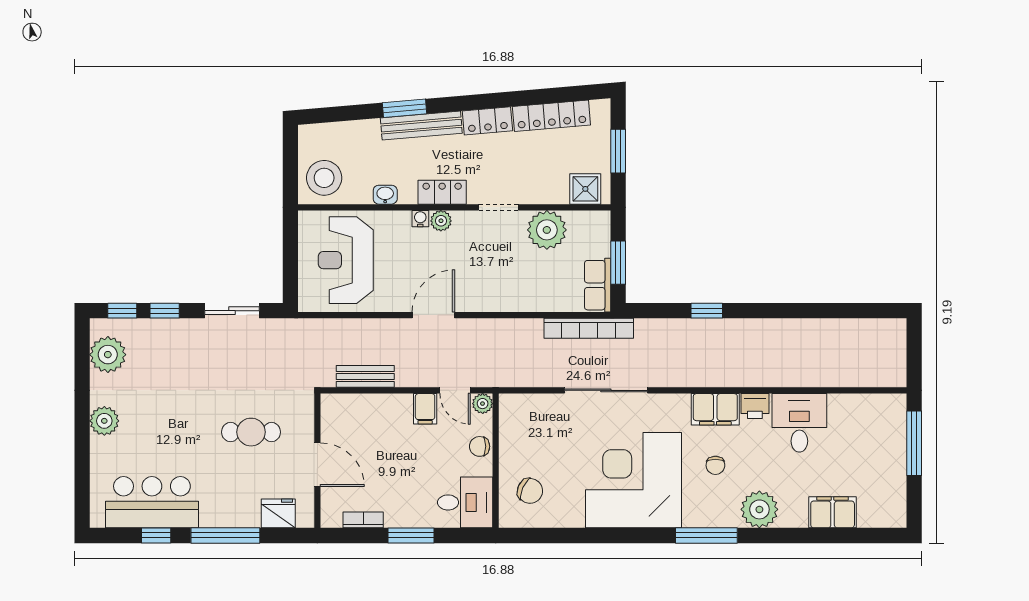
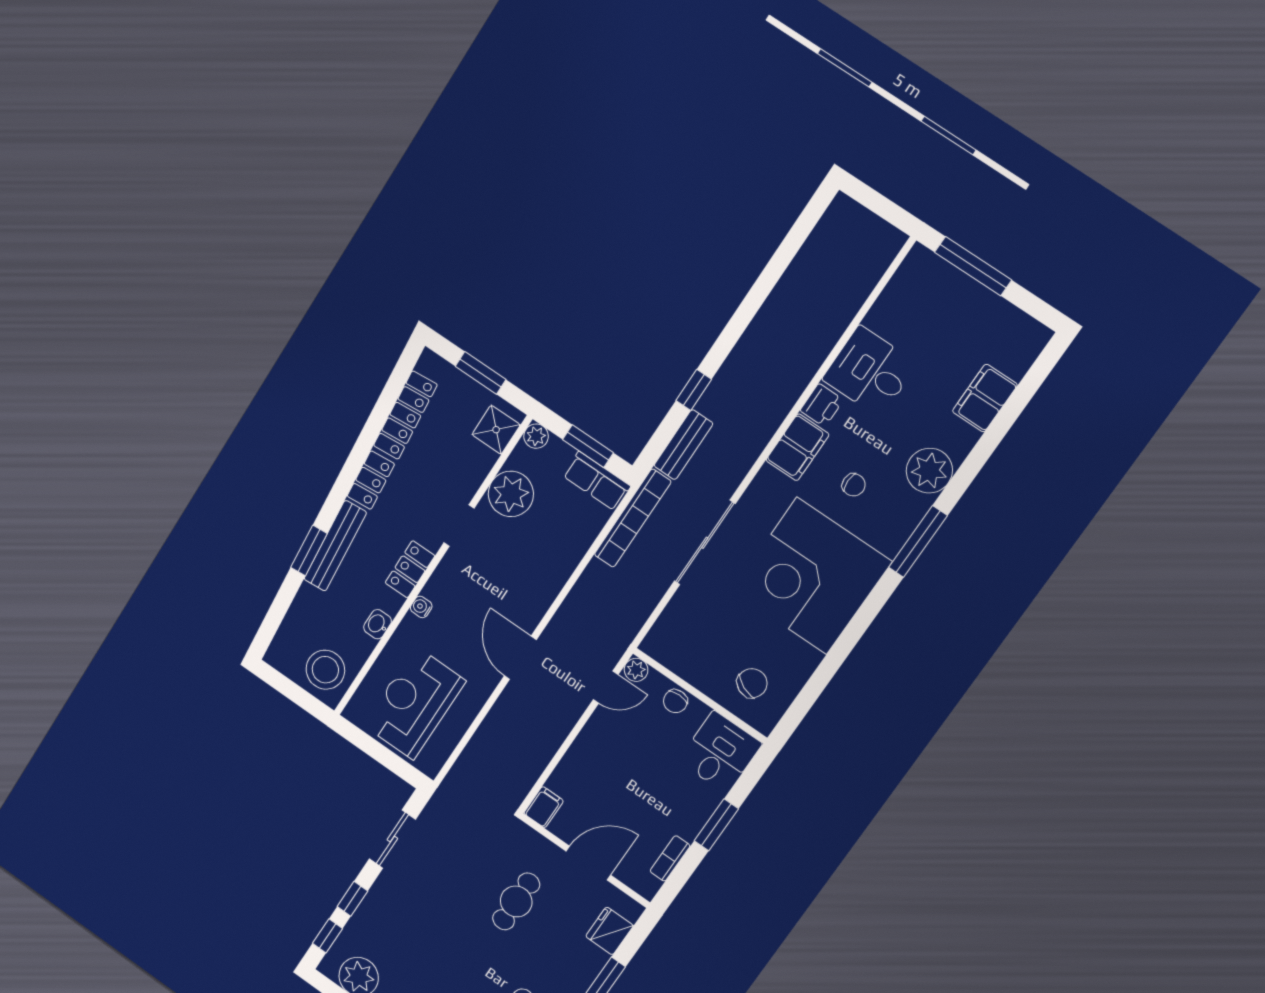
plant: (441, 221) -> (536, 436), moved
reception desk: (346, 260) -> (414, 703), turned 90
bench: (365, 376) -> (683, 445), moved
filing cabinet: (425, 409) -> (544, 807), moved, turned -90

